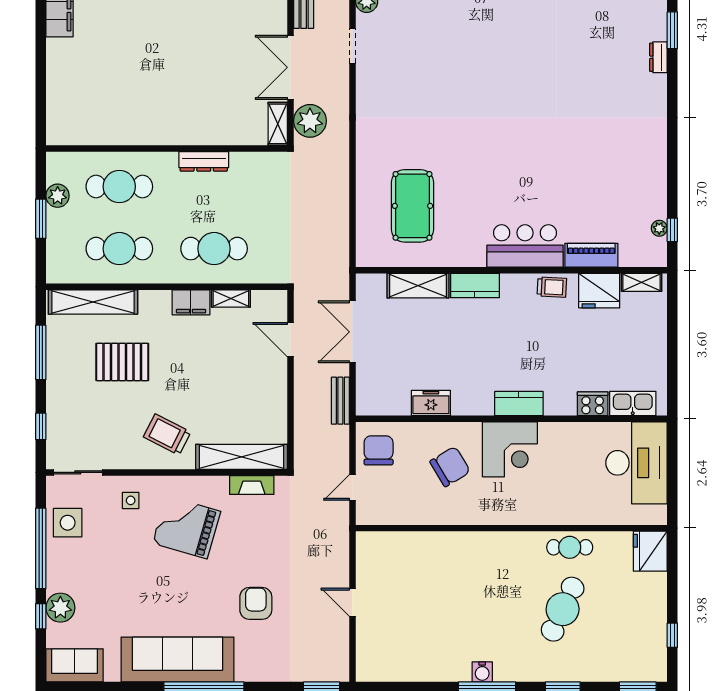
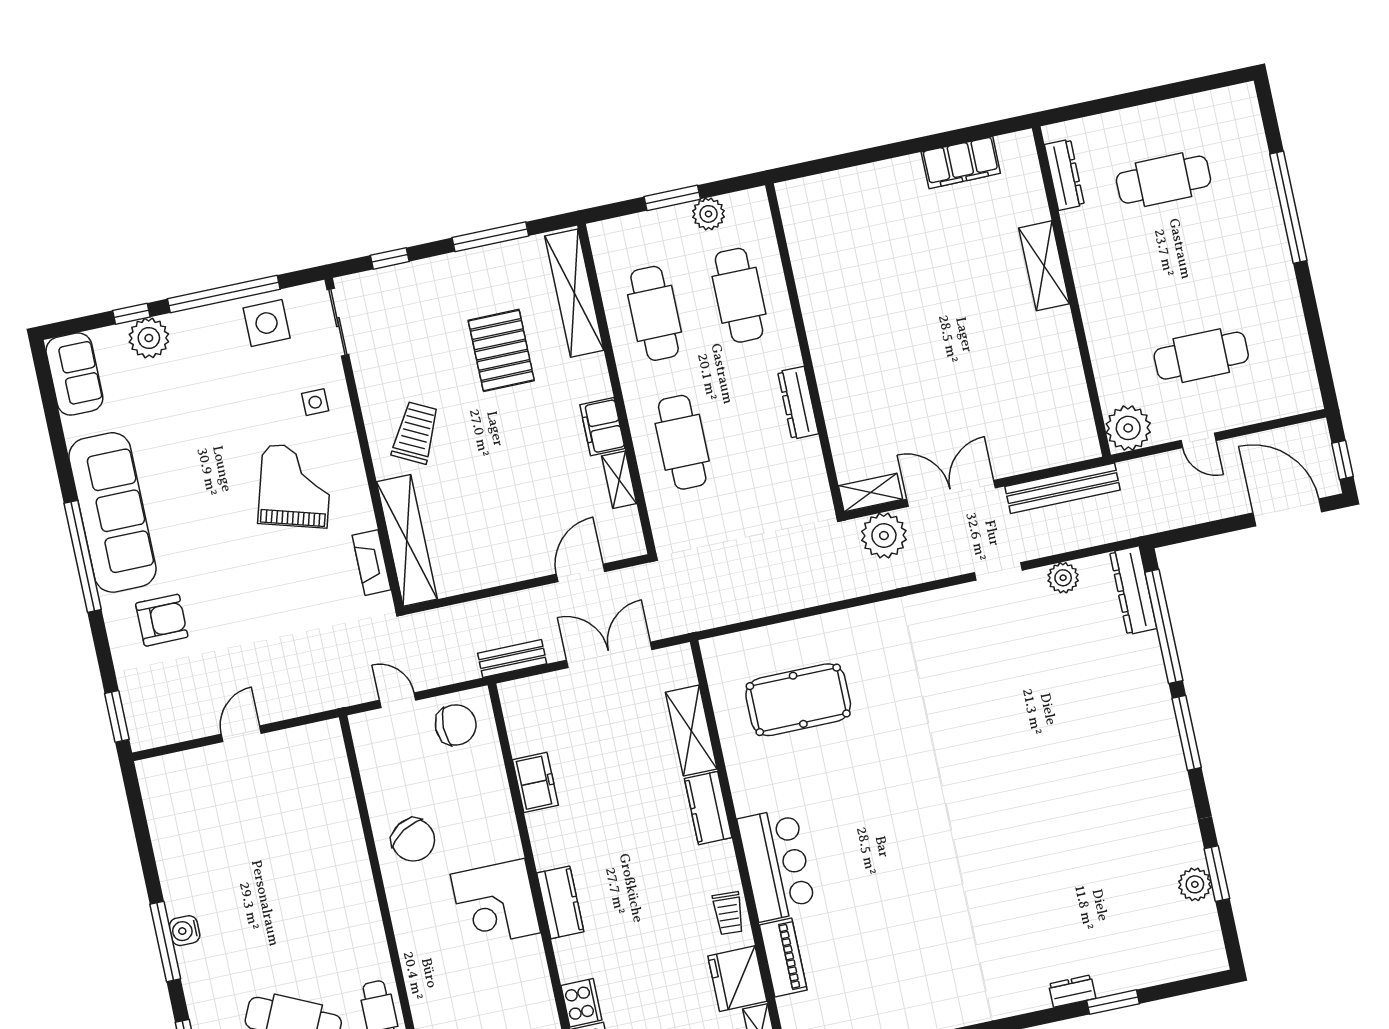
chair: (450, 467) -> (413, 840), moved
armchair: (256, 603) -> (162, 620), moved

